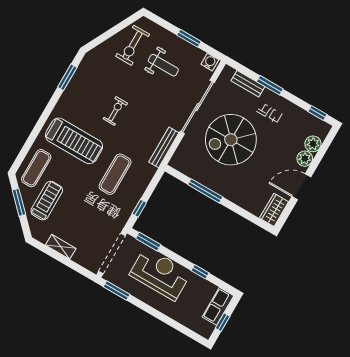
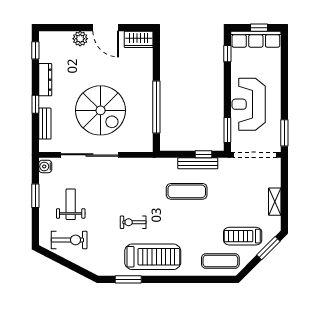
window: (270, 85) -> (35, 104), width x0.67
dresser: (287, 107) -> (45, 80), added
treadmill: (74, 141) -> (153, 257), moved, turned 90
plant: (313, 144) -> (64, 39), removed
bench: (164, 147) -> (198, 163), moved
window: (205, 191) -> (156, 107), width x1.46
window: (19, 202) -> (268, 248), moved
window: (200, 272) -> (227, 54), moved
row of seats: (218, 306) -> (256, 39), width x1.48

